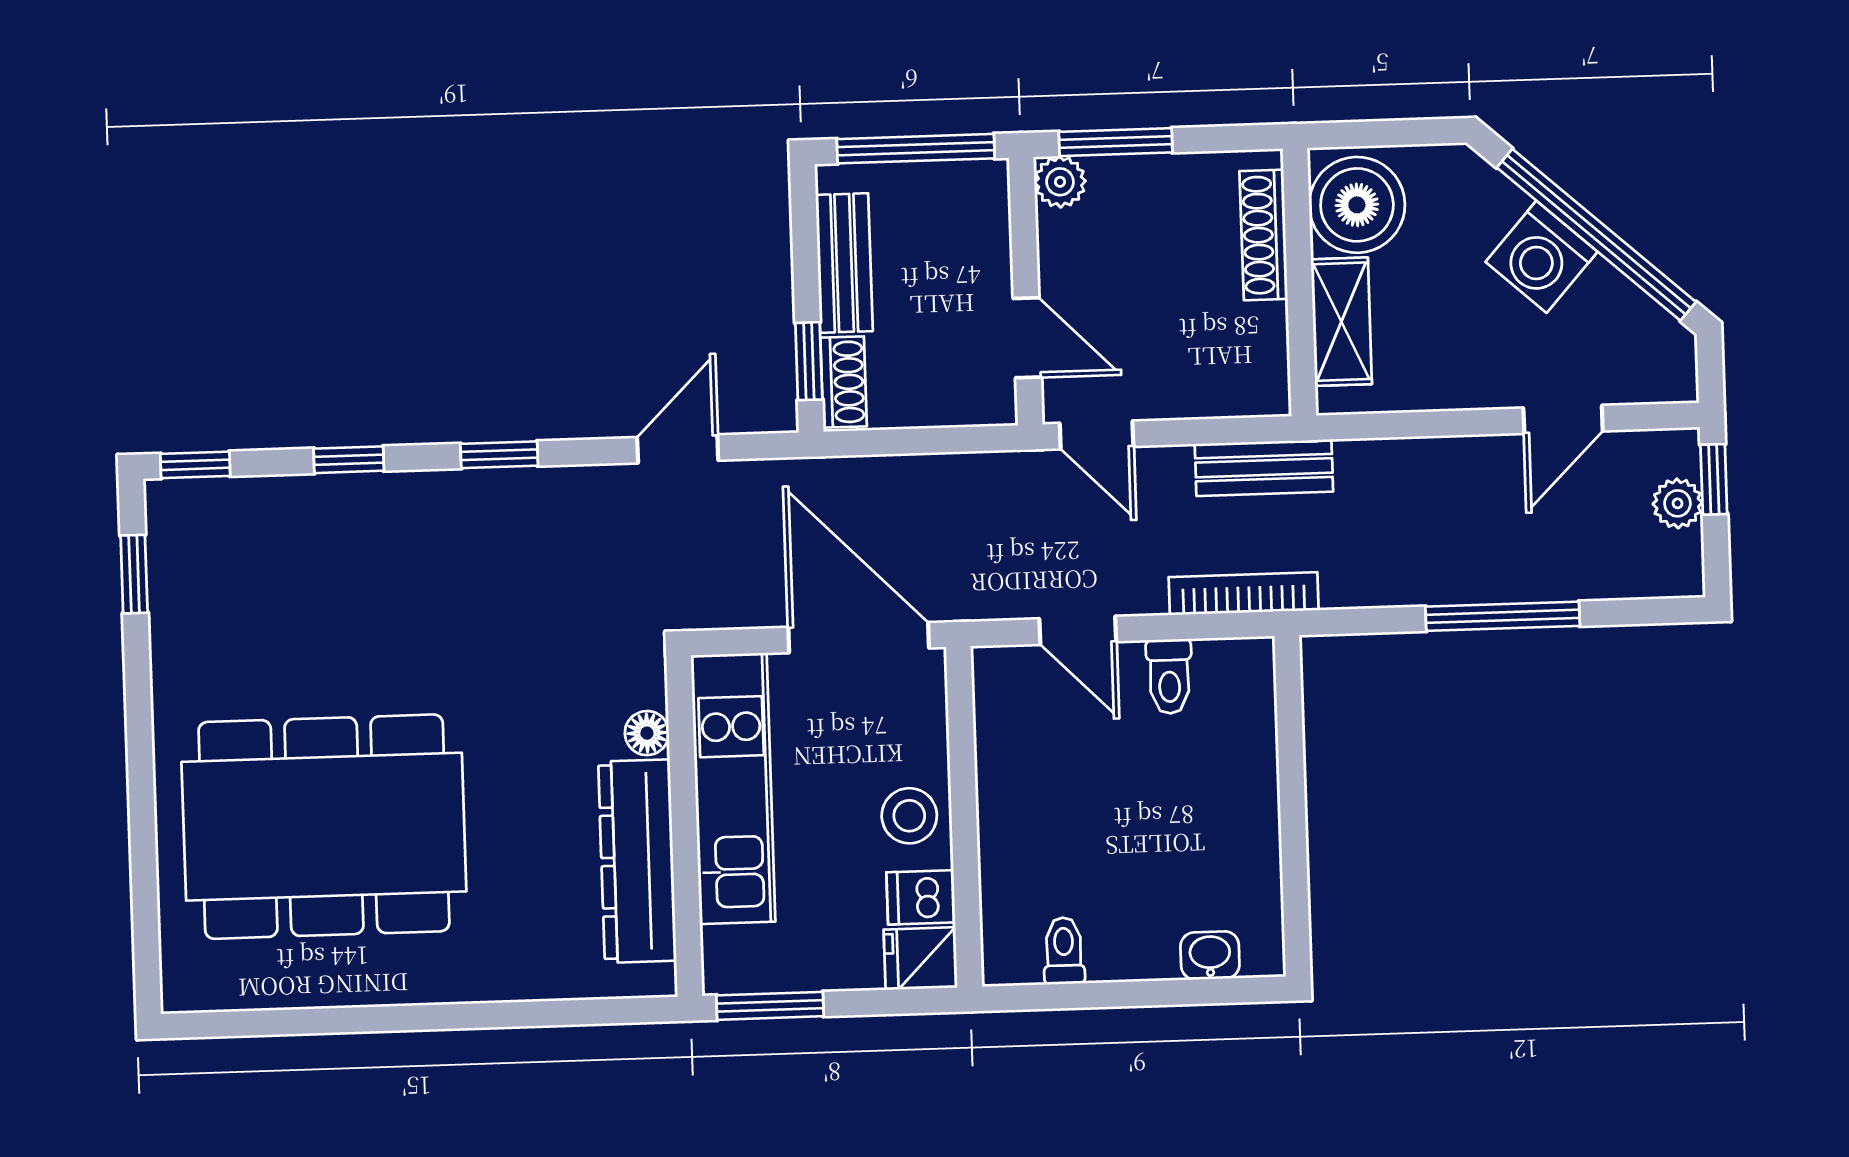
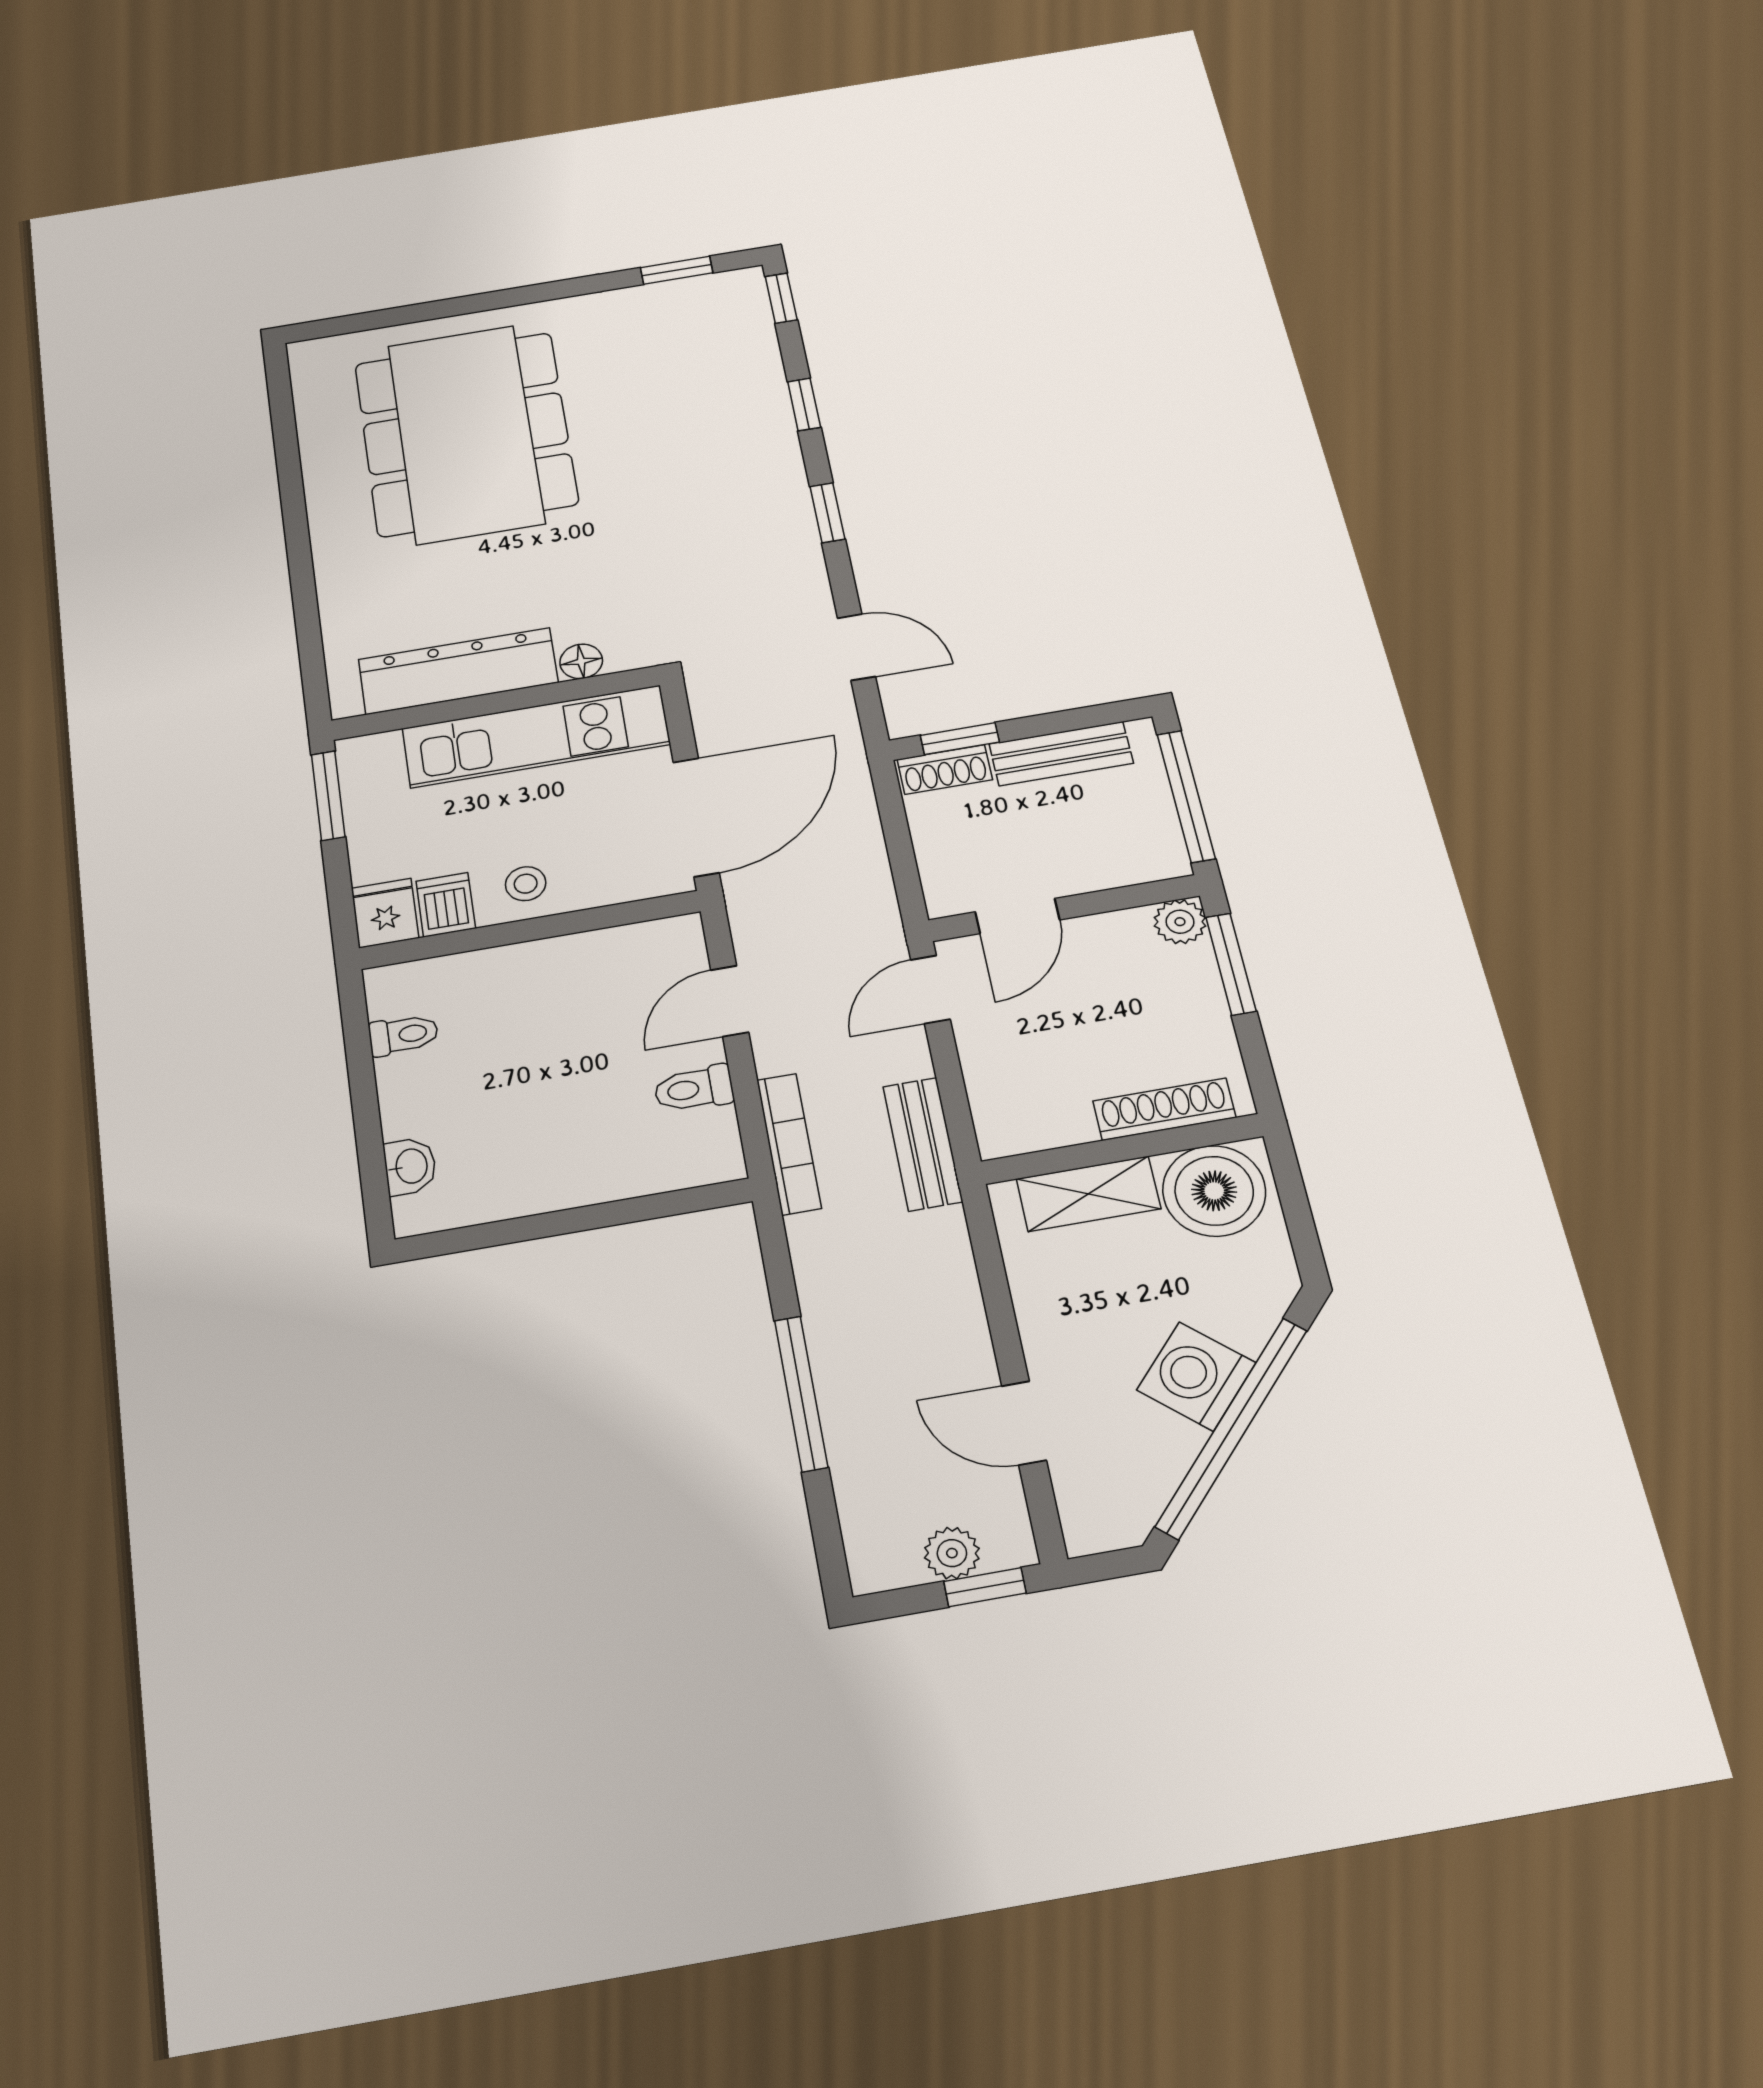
stool: (909, 816) -> (526, 884), width x0.73, depth x0.73

